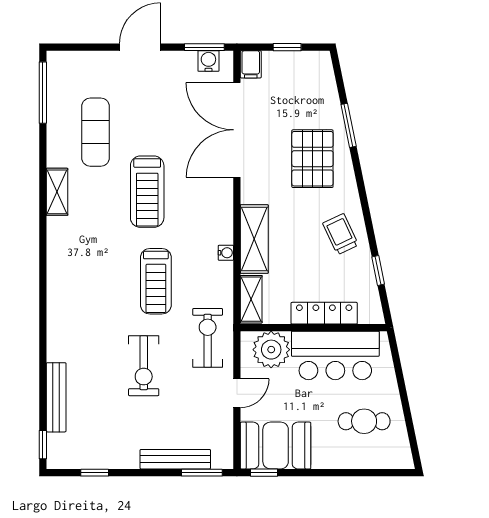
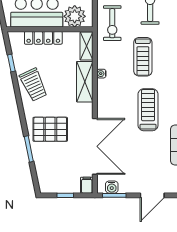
pallet: (312, 159) -> (50, 129), turned 90
trolley: (341, 234) -> (34, 85), width x1.36, depth x1.39
treadmill: (156, 281) -> (143, 57), turned 180

